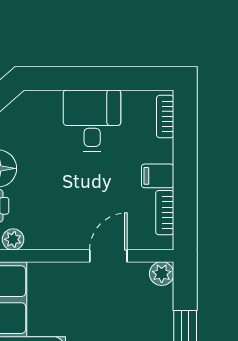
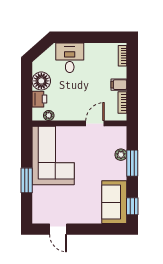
desk: (92, 121) -> (70, 58), moved
plant: (162, 274) -> (121, 155), moved

